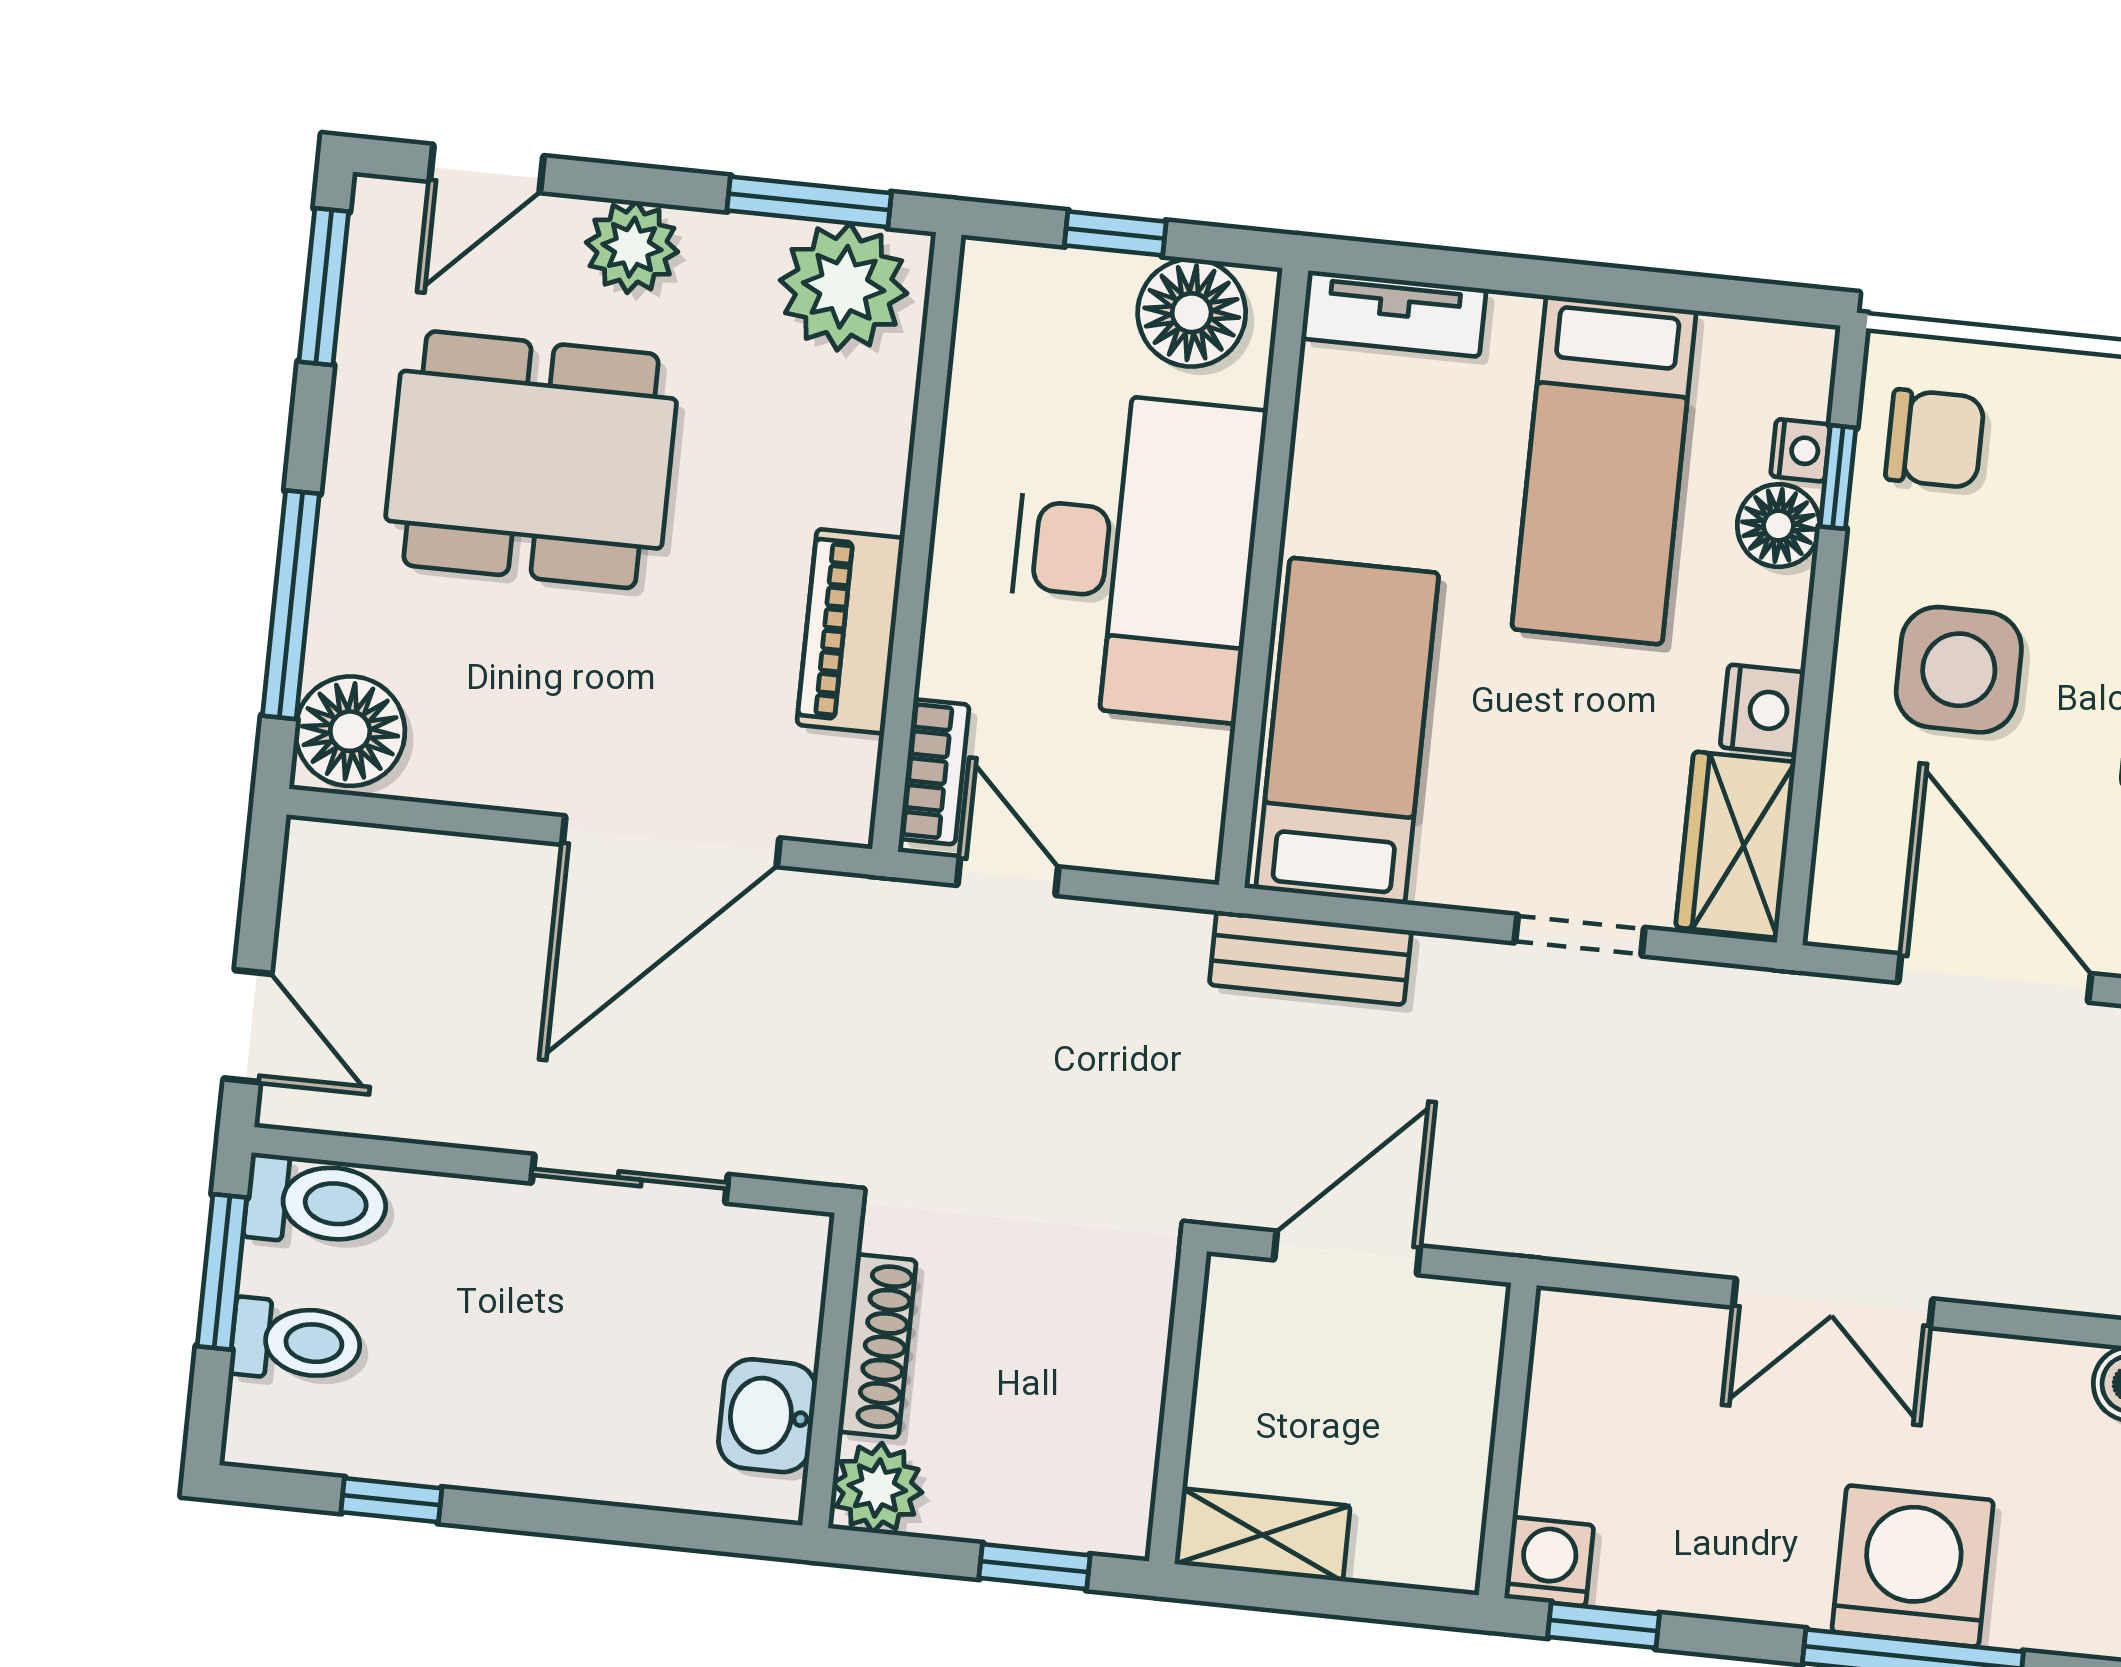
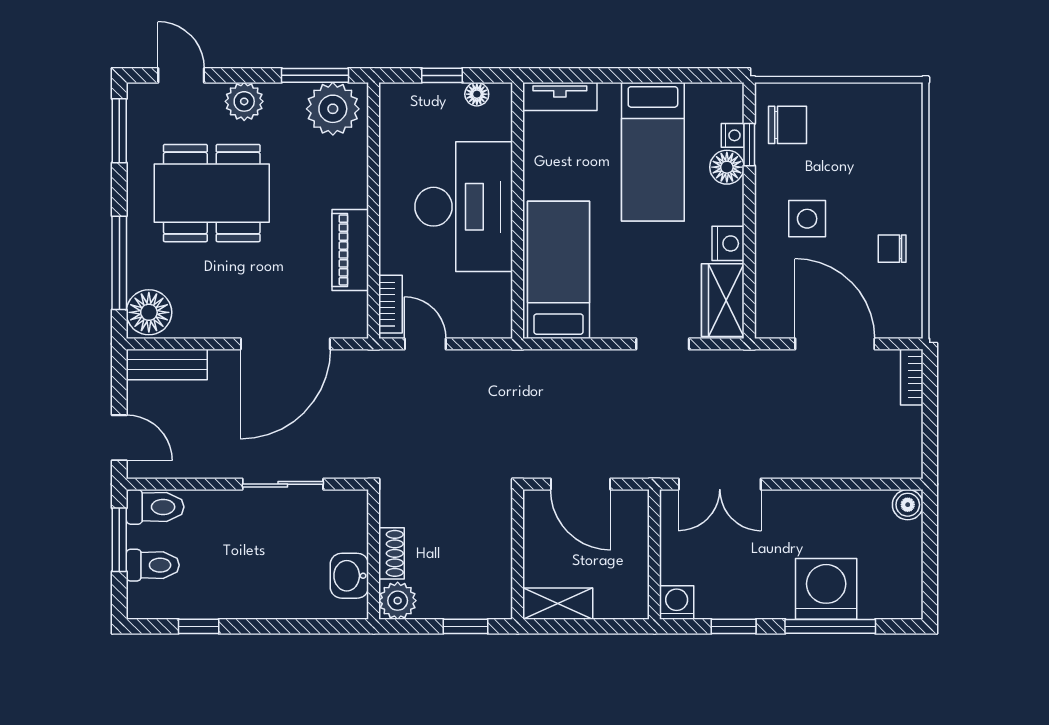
door: (487, 168) -> (181, 75), swing flipped
floor lamp: (1192, 313) -> (477, 94), width x0.53, depth x0.53
side table: (1959, 670) -> (807, 219), width x0.73, depth x0.73
bench: (1310, 958) -> (167, 365), moved
door: (1347, 1253) -> (580, 484), swing flipped
double door: (1833, 1303) -> (720, 484), moved
shoe rack: (877, 1346) -> (392, 553), width x0.70
window: (1603, 1625) -> (734, 626), moved

